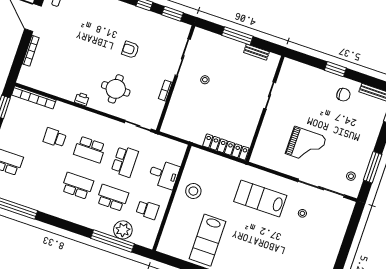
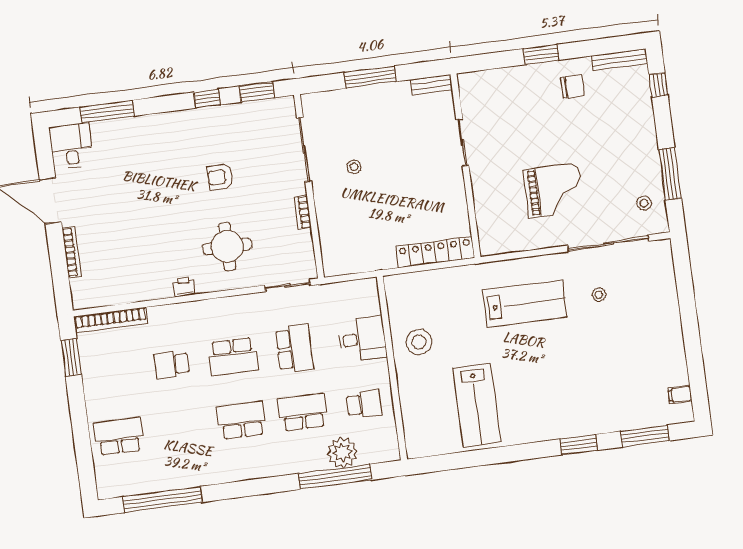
bench: (256, 52) -> (431, 85), moved
lab bench: (260, 198) -> (525, 304), turned 180

